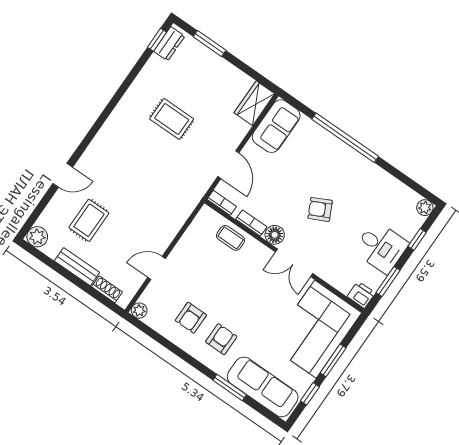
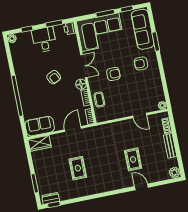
rug: (89, 220) -> (133, 159), moved, turned 90
armchair: (191, 318) -> (113, 74), moved

